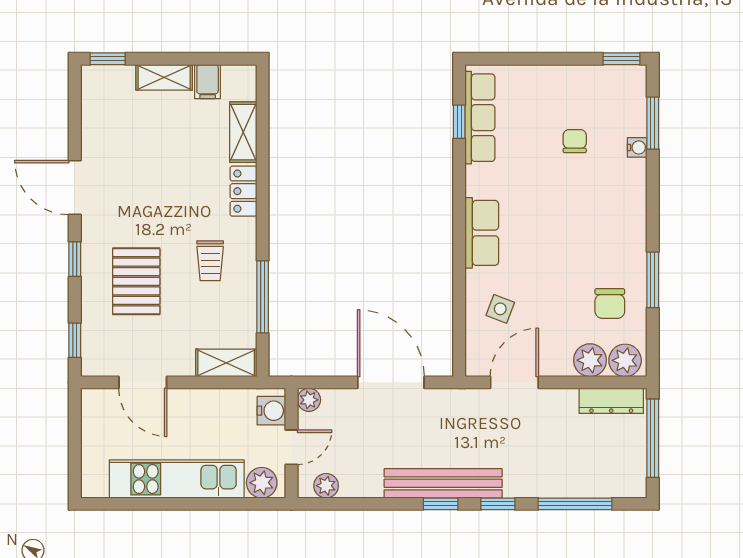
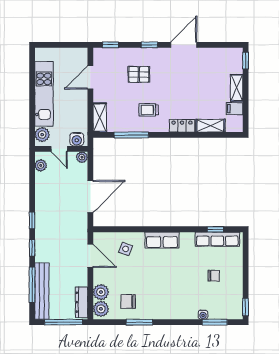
chair: (575, 141) -> (214, 276), moved
pallet: (136, 281) -> (139, 74), width x0.67, depth x0.71
bench: (443, 483) -> (42, 291), moved

